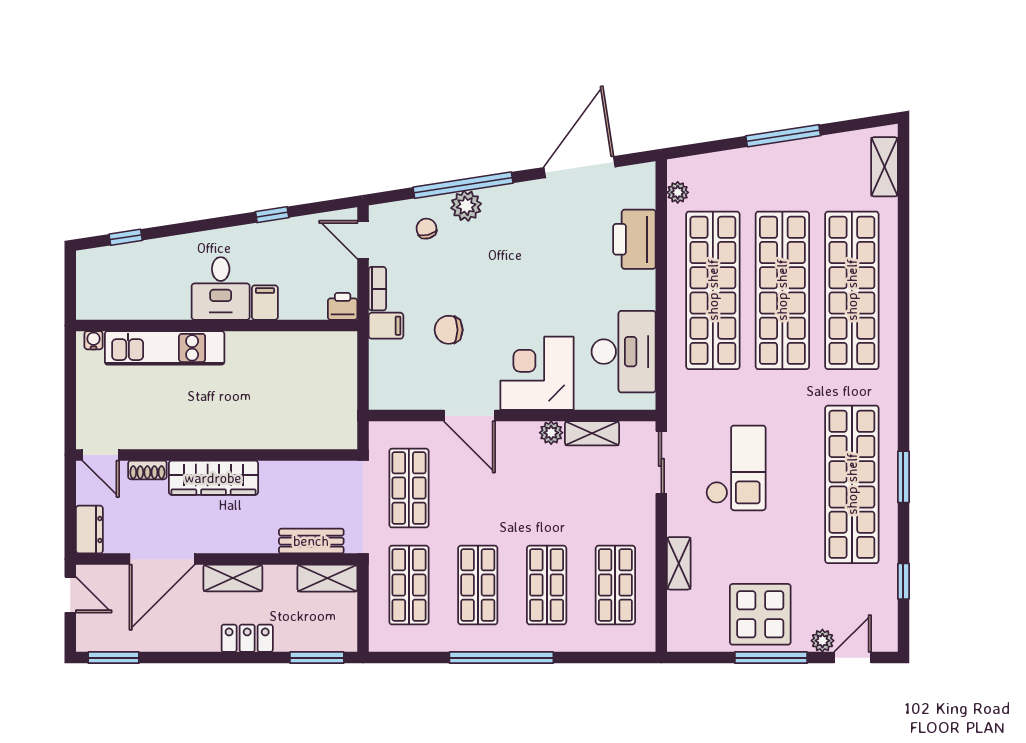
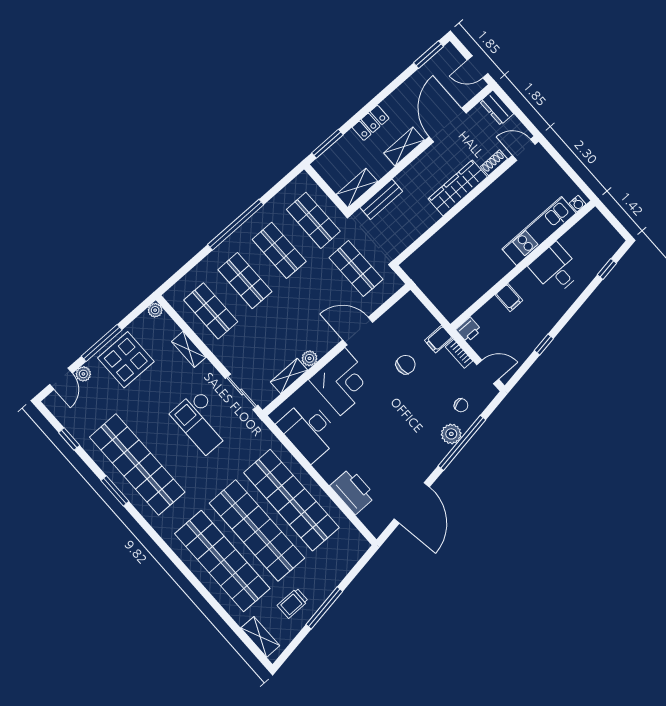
trolley: (814, 173) -> (293, 603), added
plant: (678, 192) -> (155, 310), moved
desk: (221, 288) -> (555, 269), moved

